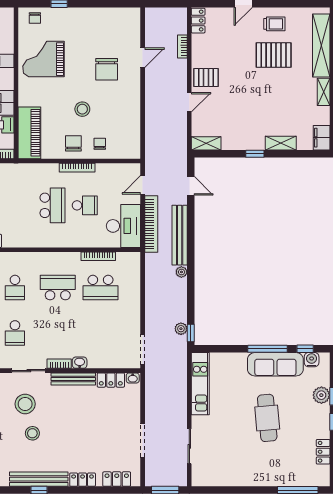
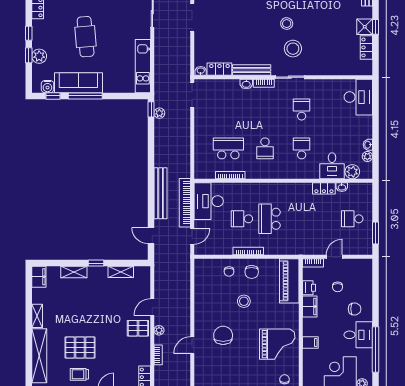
shelving: (206, 143) -> (121, 272), moved
plant: (181, 272) -> (159, 330), moved
school desk: (58, 288) -> (265, 148), width x0.54

